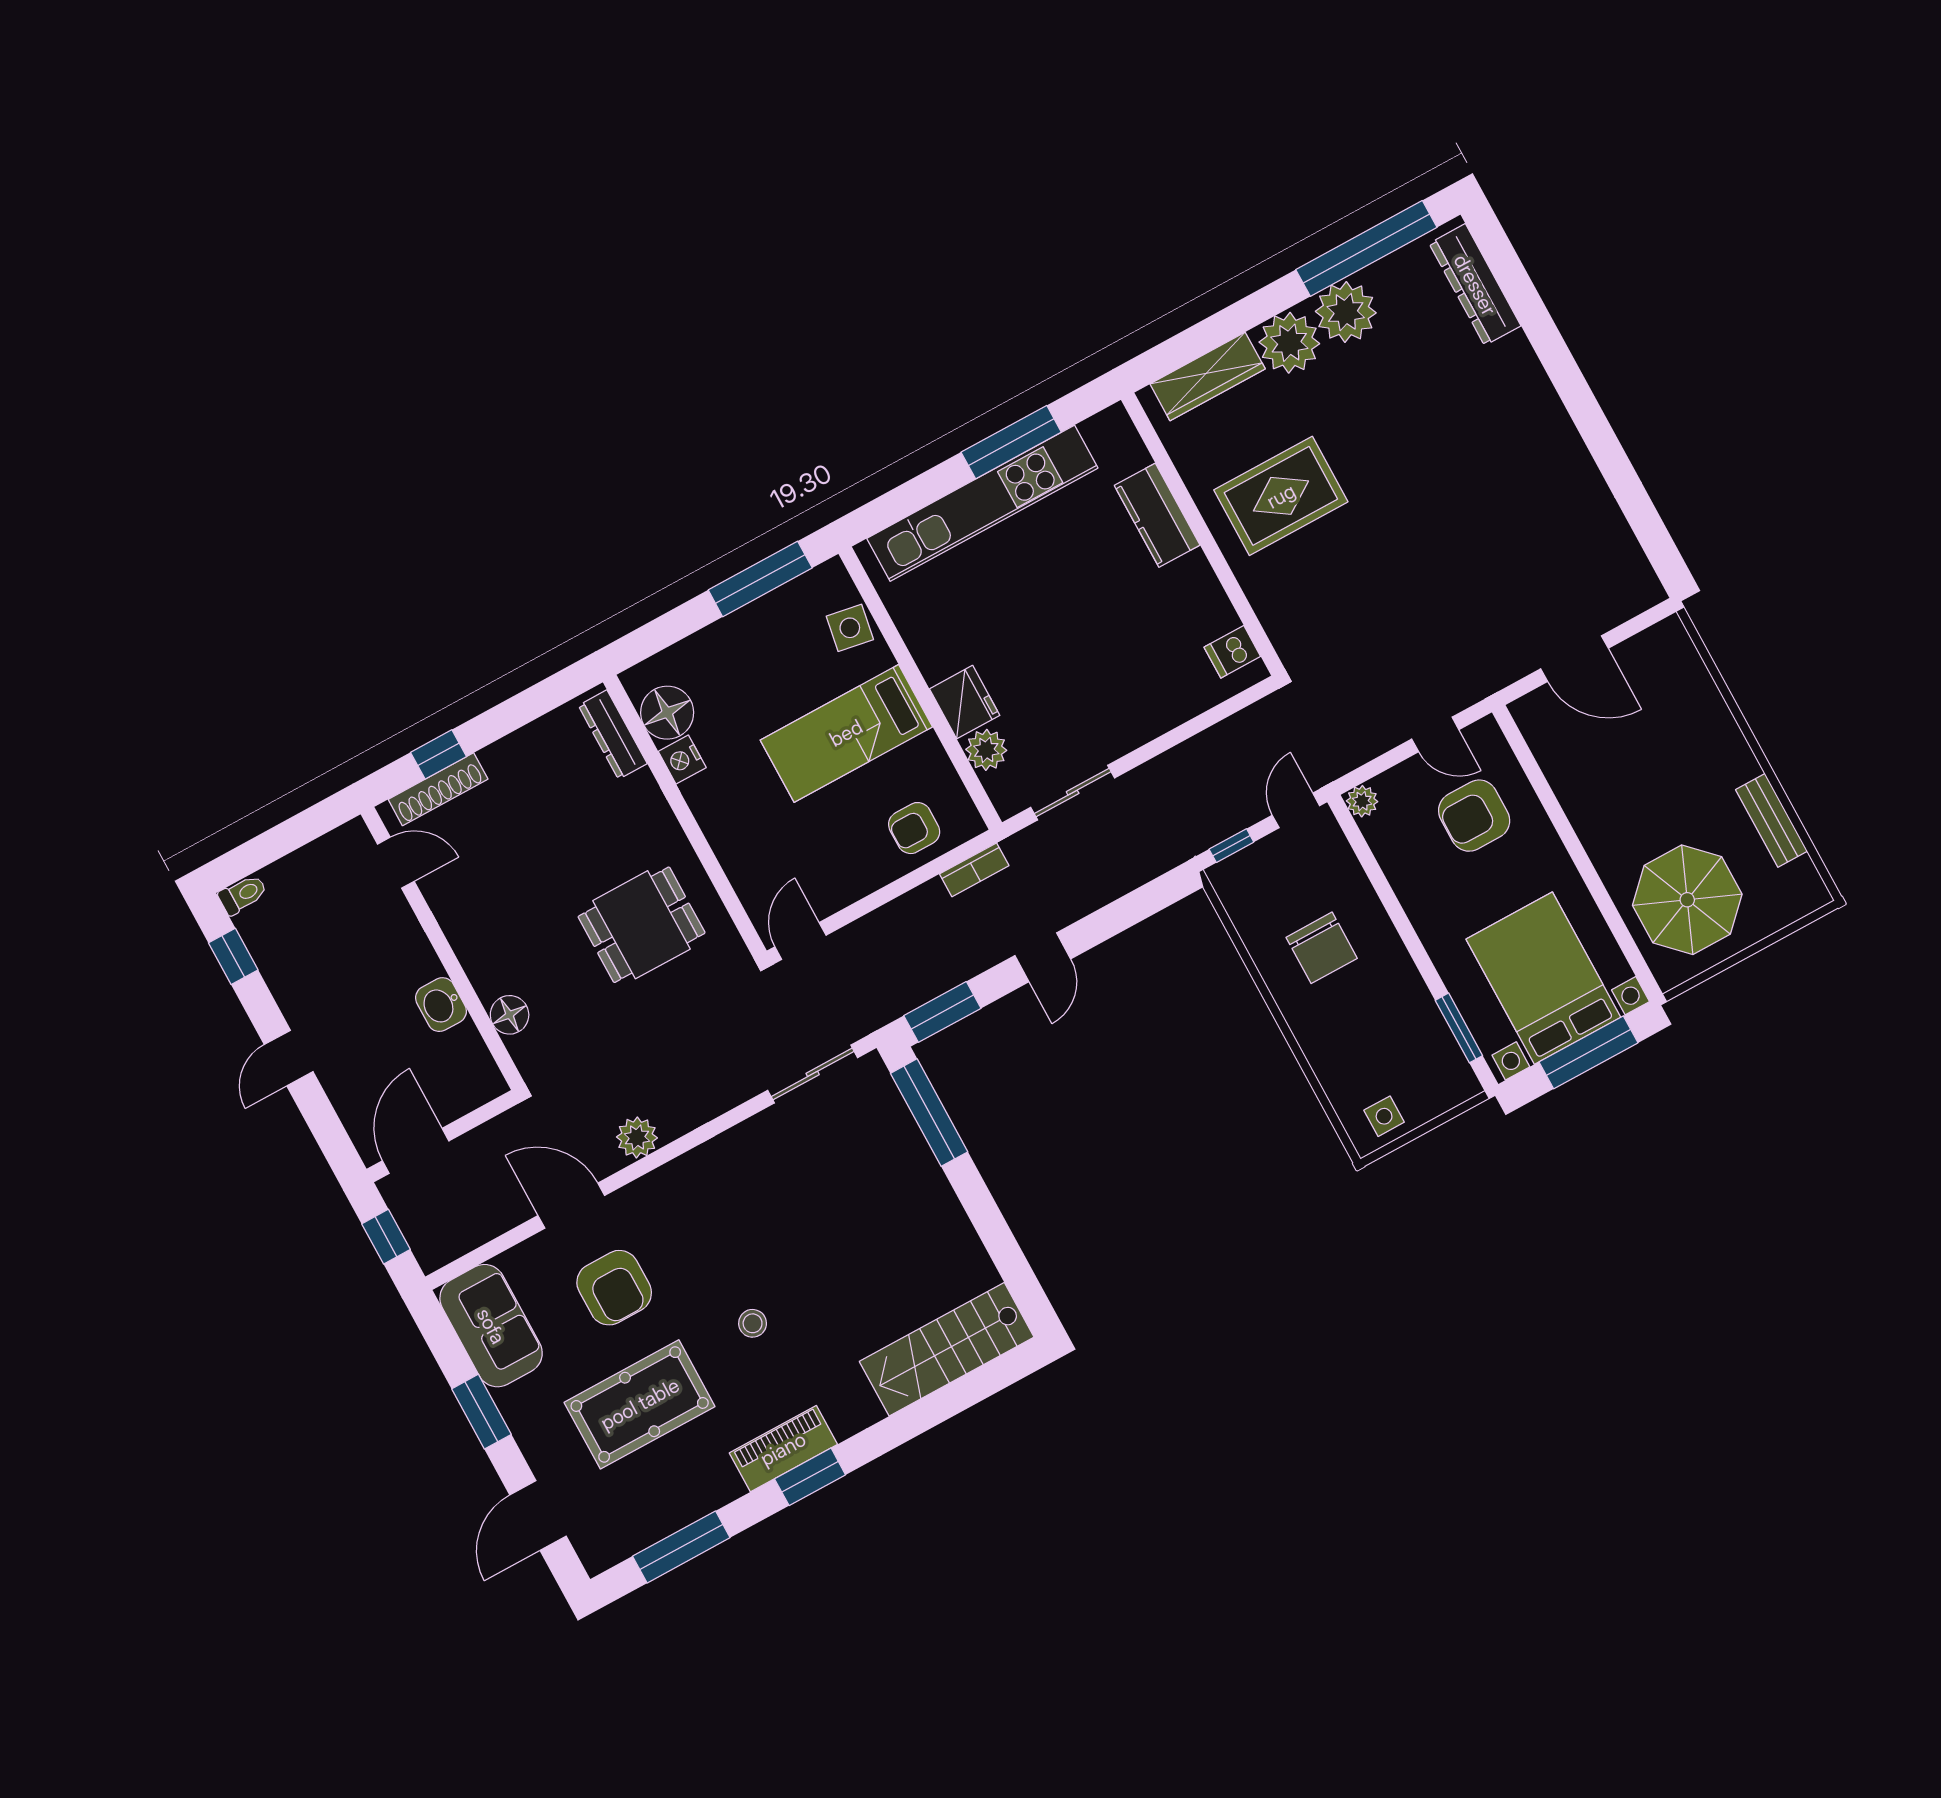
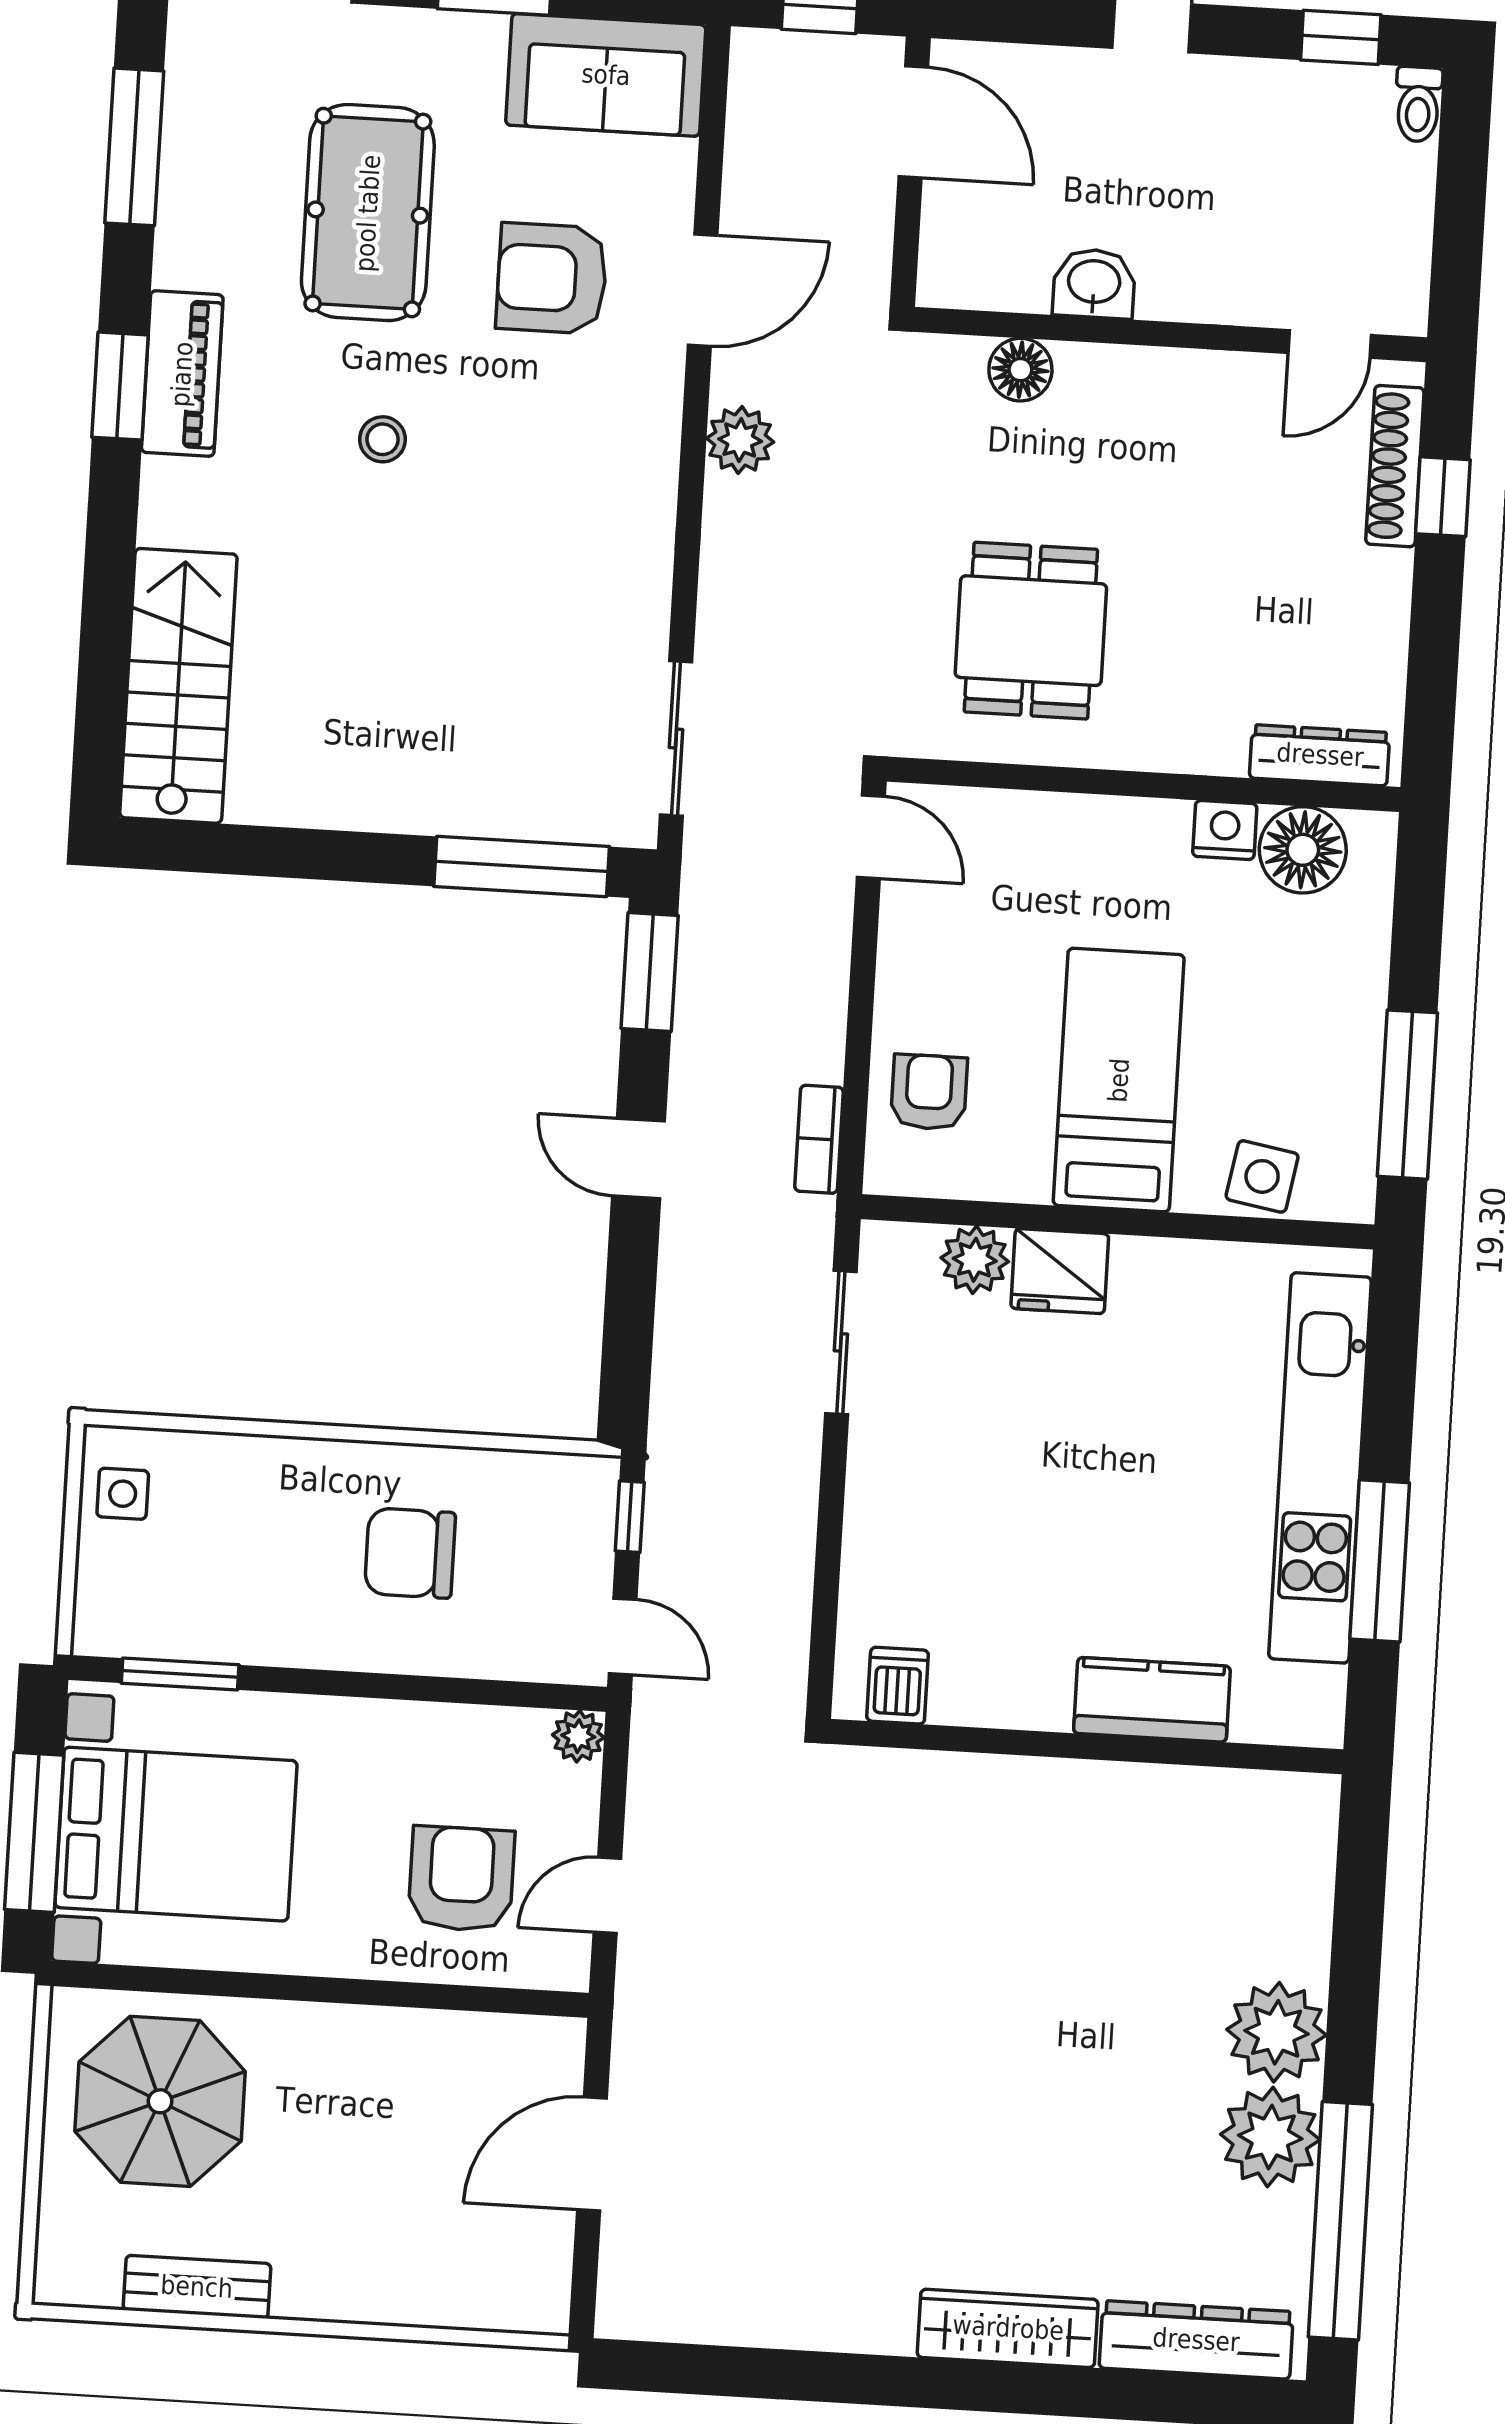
wardrobe: (1208, 376) -> (1008, 2328), moved, turned 90
rug: (1281, 496) -> (1072, 1888), removed

